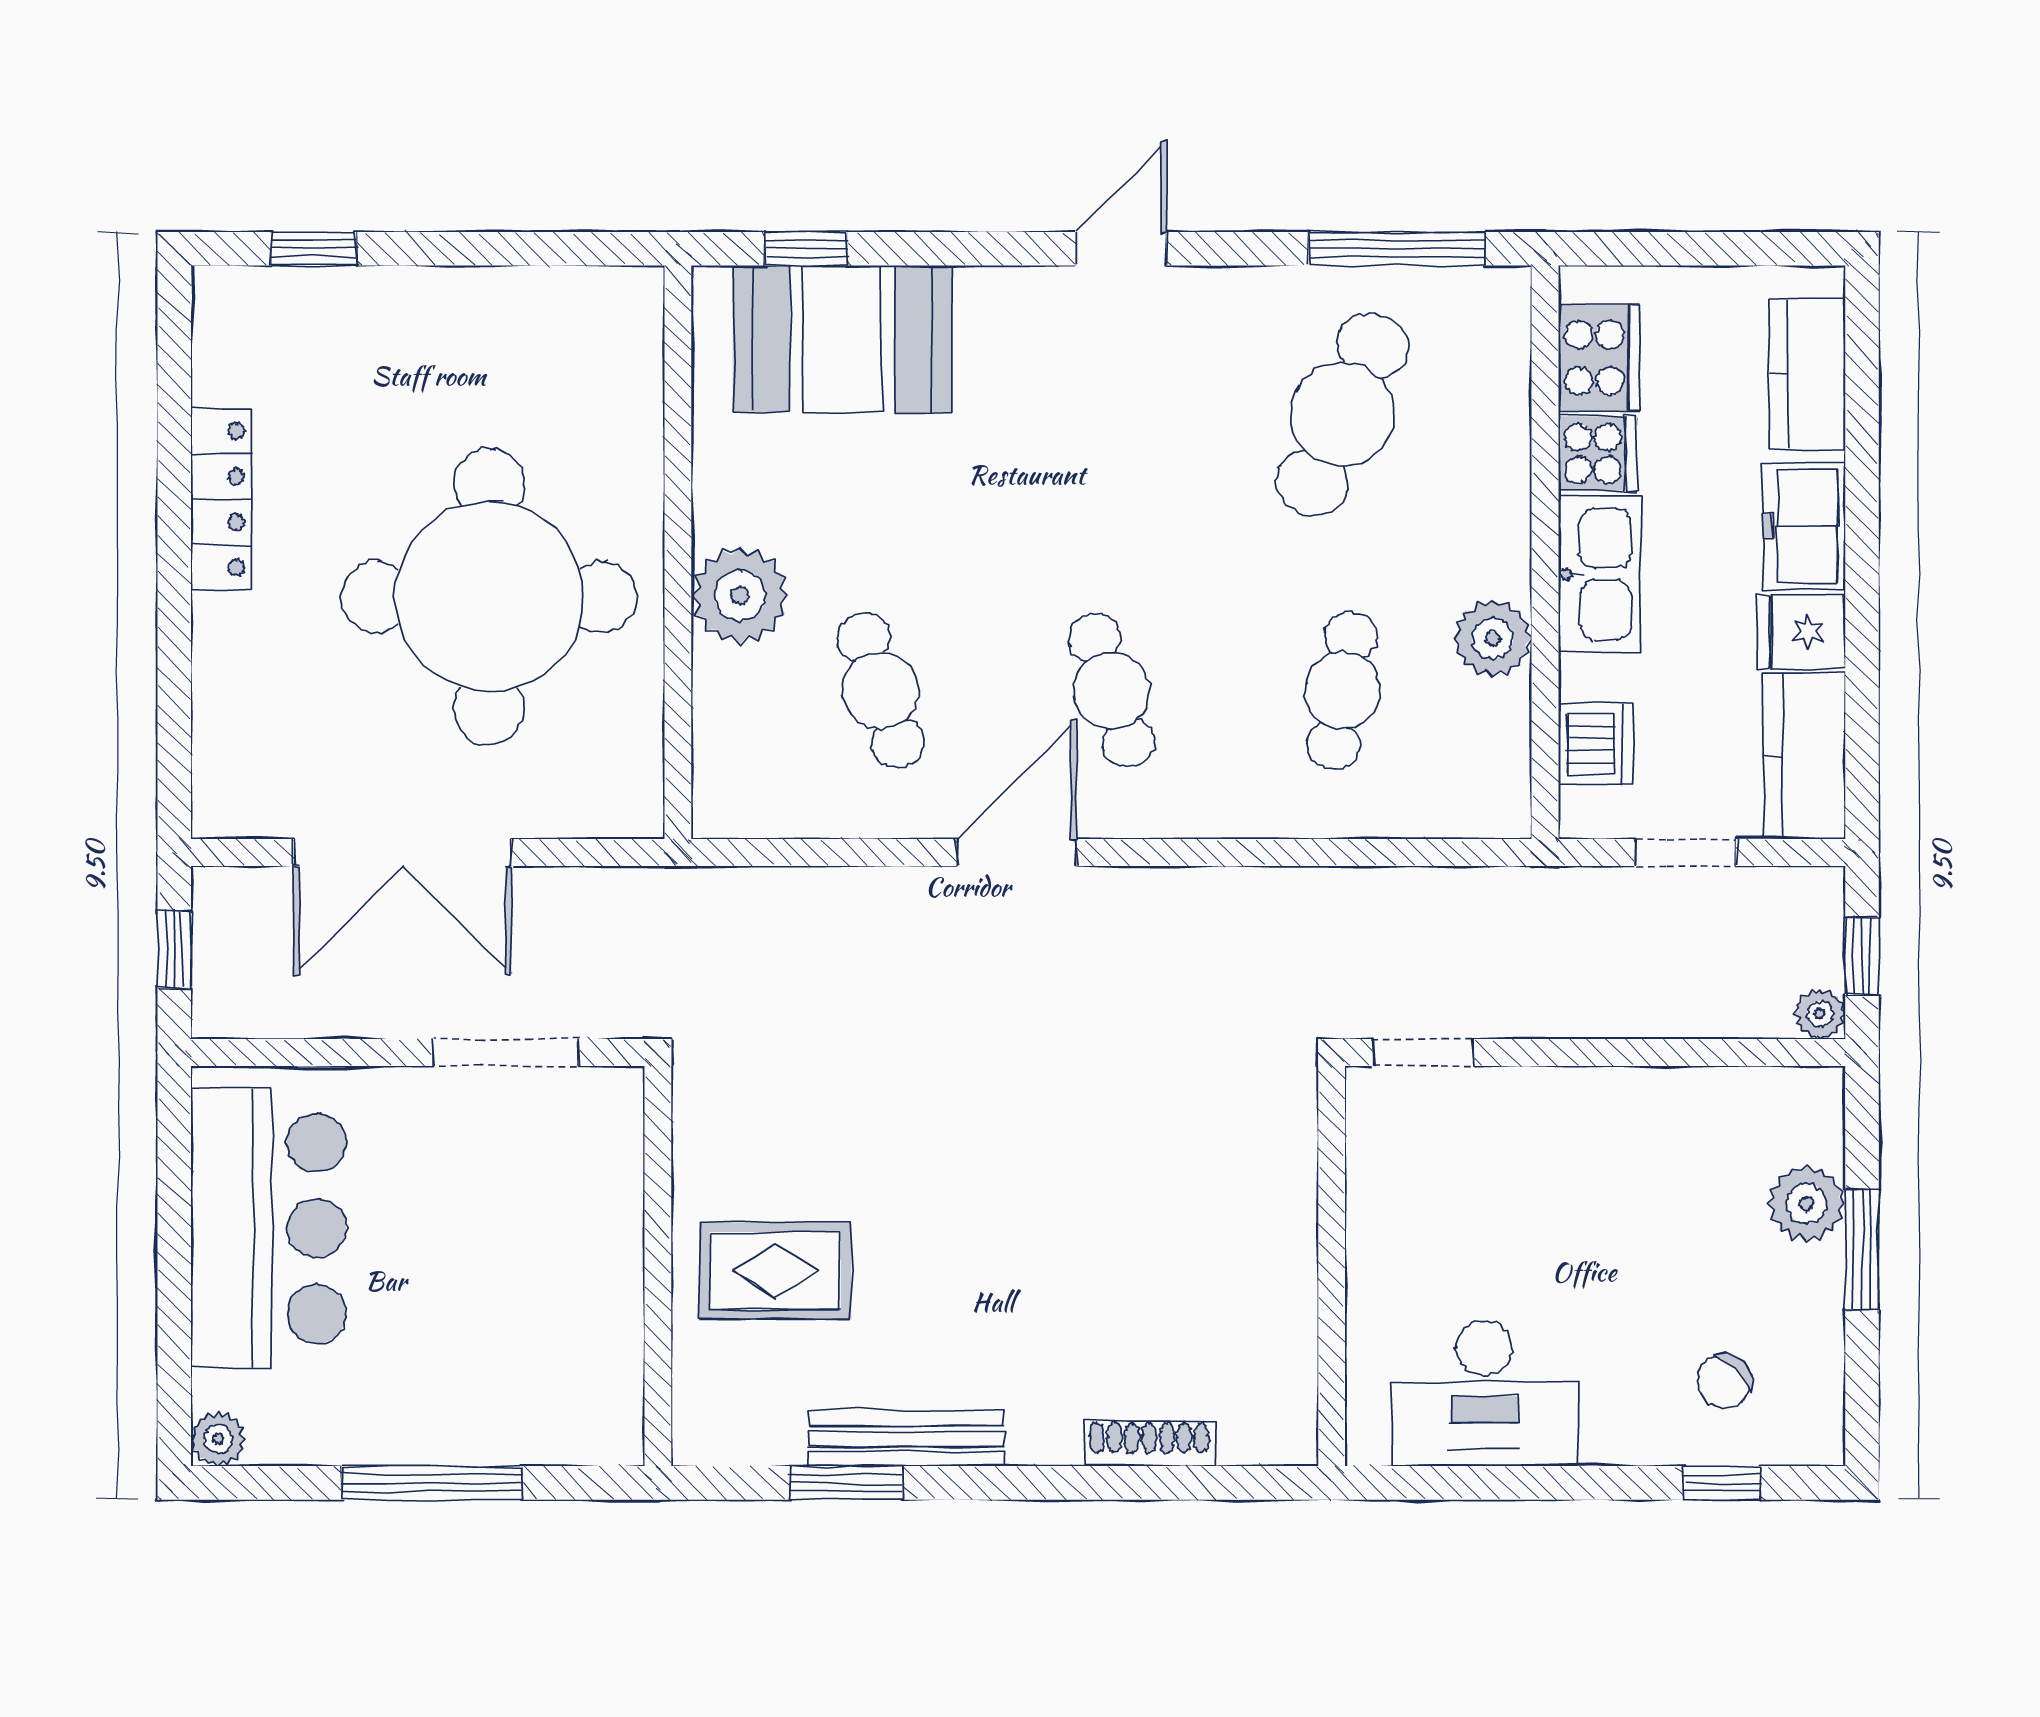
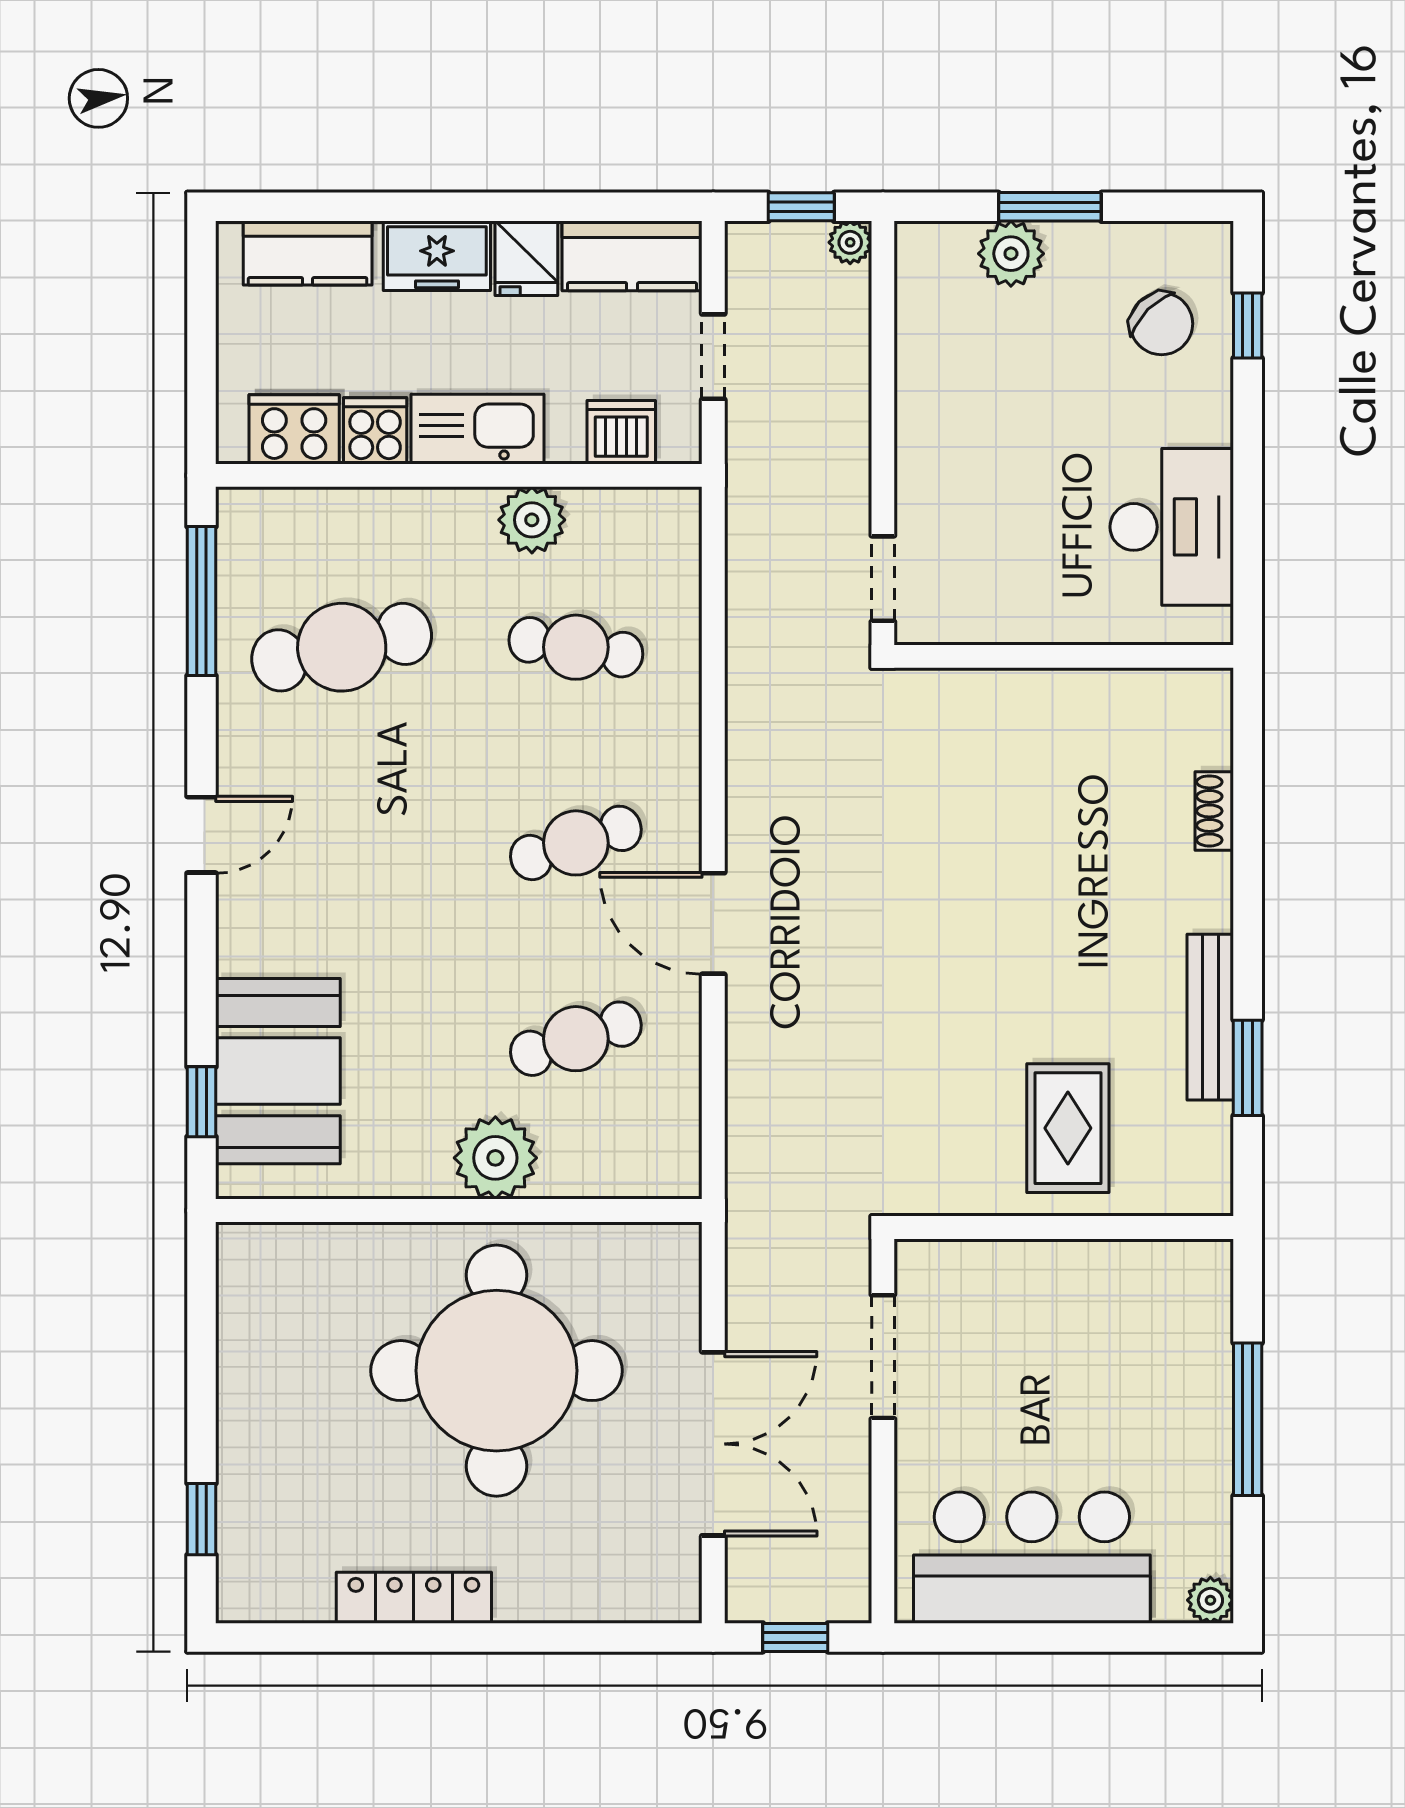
door: (1121, 249) -> (202, 835), swing flipped
cafe table: (1342, 414) -> (342, 647), turned -36
chair: (1724, 1381) -> (1161, 324), width x1.37, depth x1.37
shoe rack: (1149, 1444) -> (1214, 811), width x0.70

